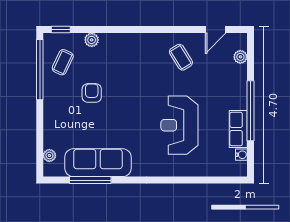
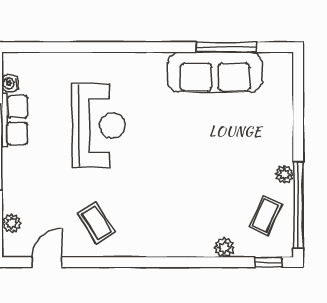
armchair: (92, 93) -> (224, 172), removed
plant: (49, 155) -> (284, 174), moved

